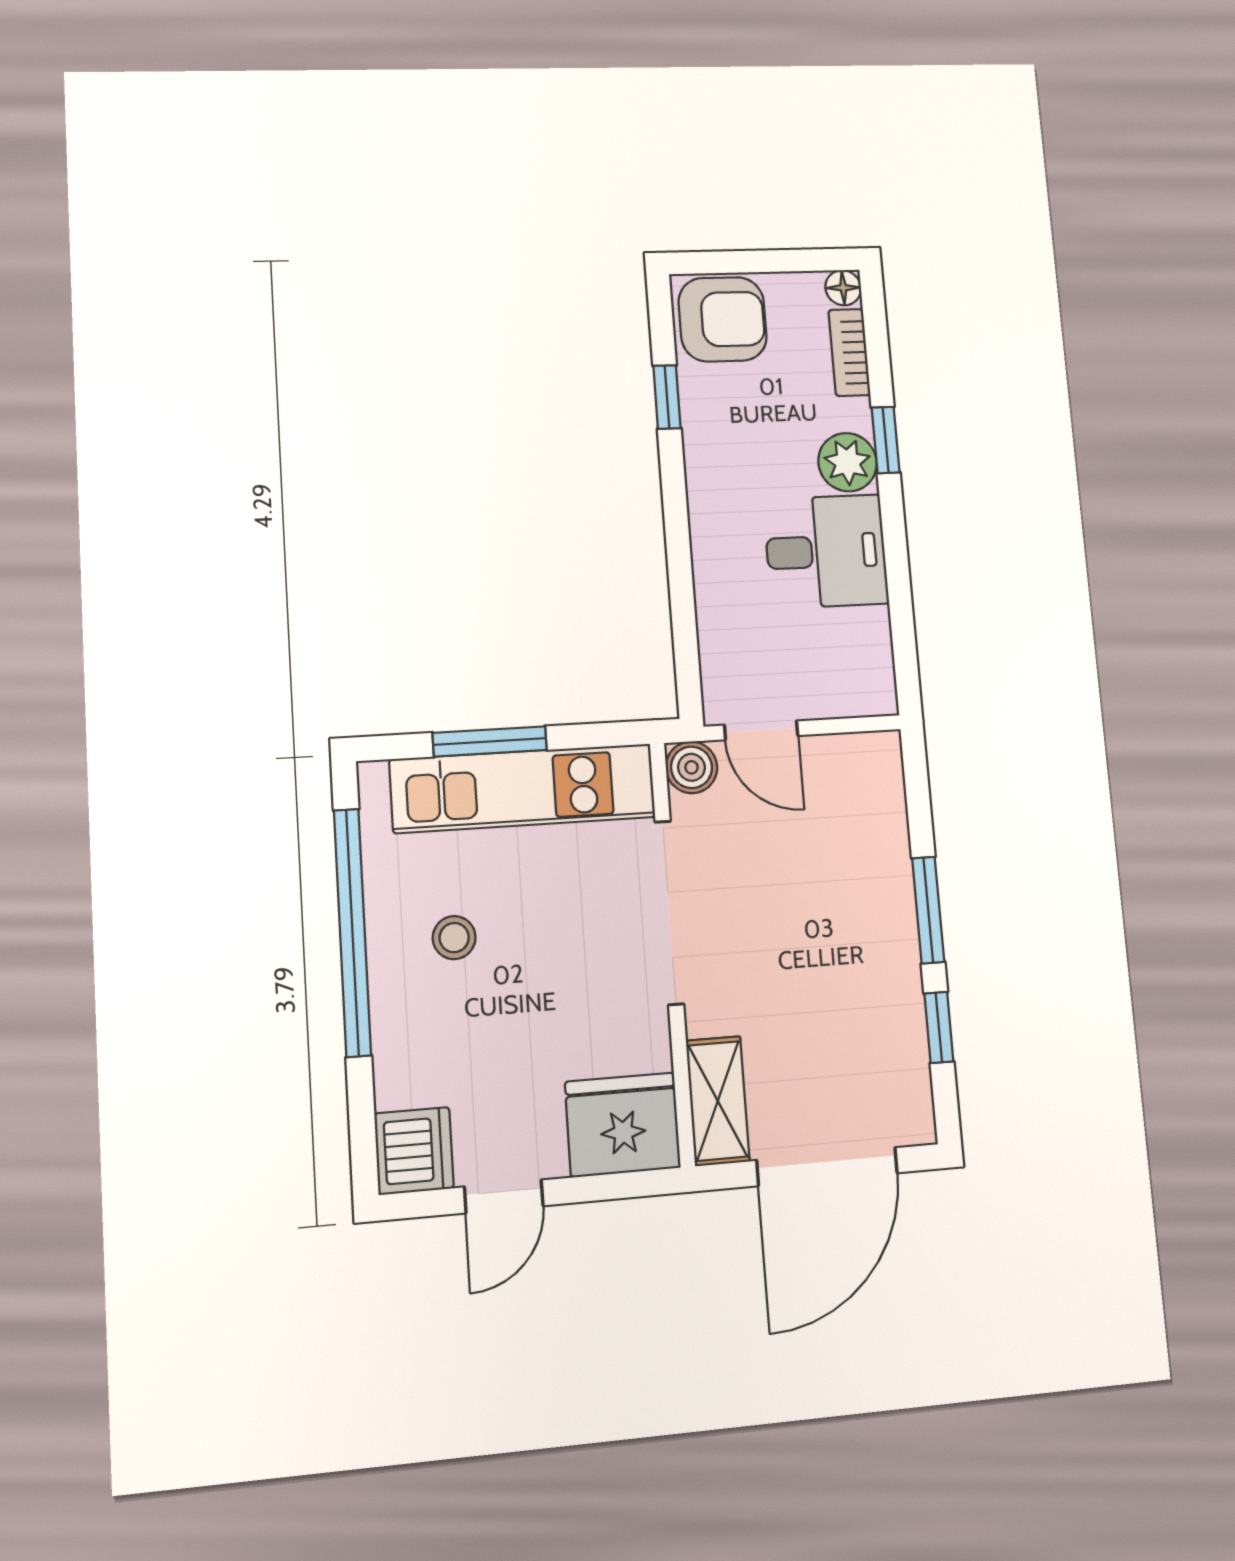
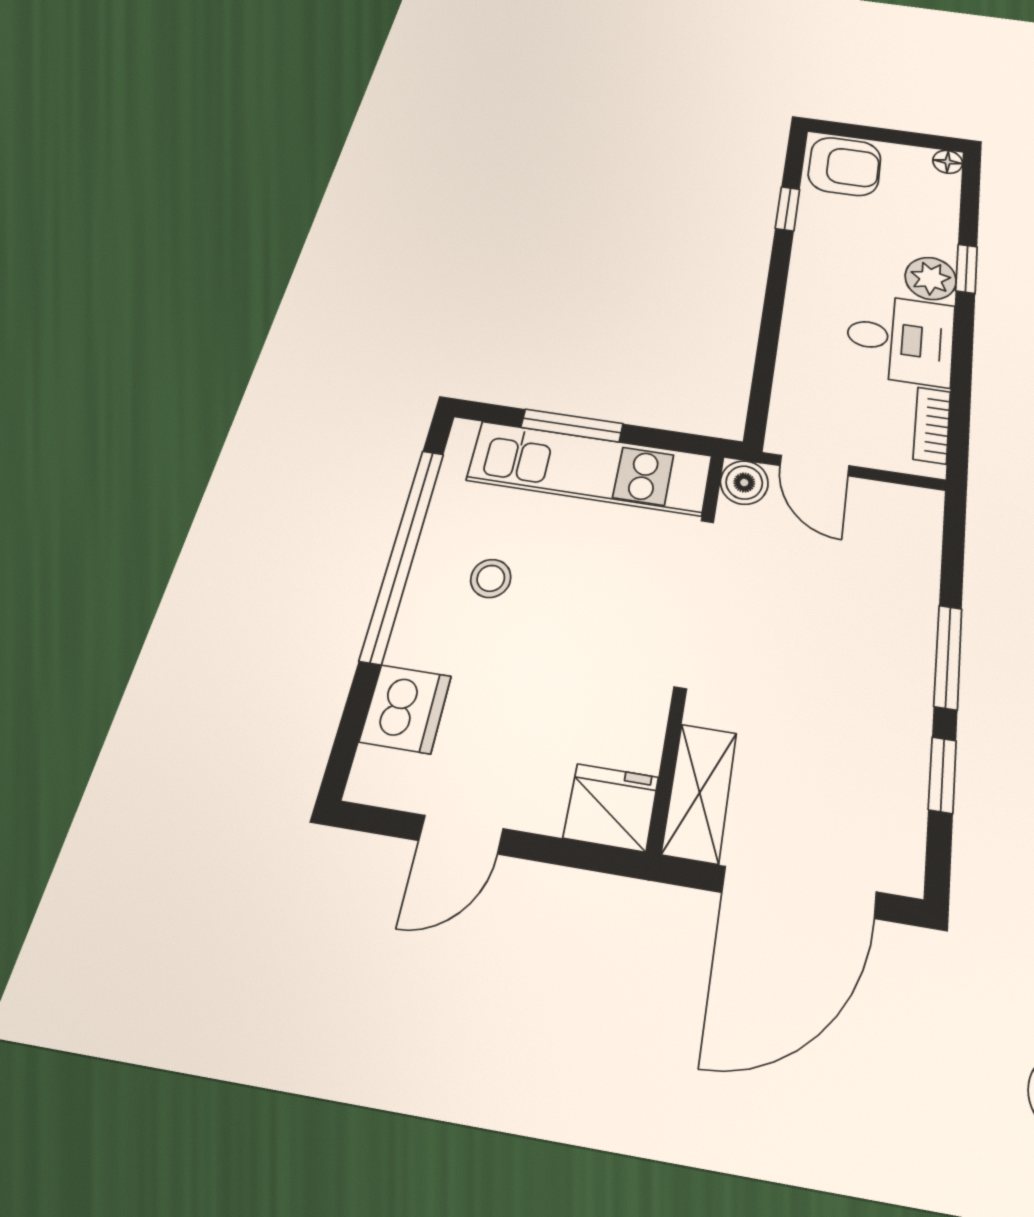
bookcase: (849, 352) -> (932, 425), moved
fridge: (623, 1125) -> (611, 807), width x0.73, depth x0.75
dishwasher: (414, 1151) -> (406, 709), moved

